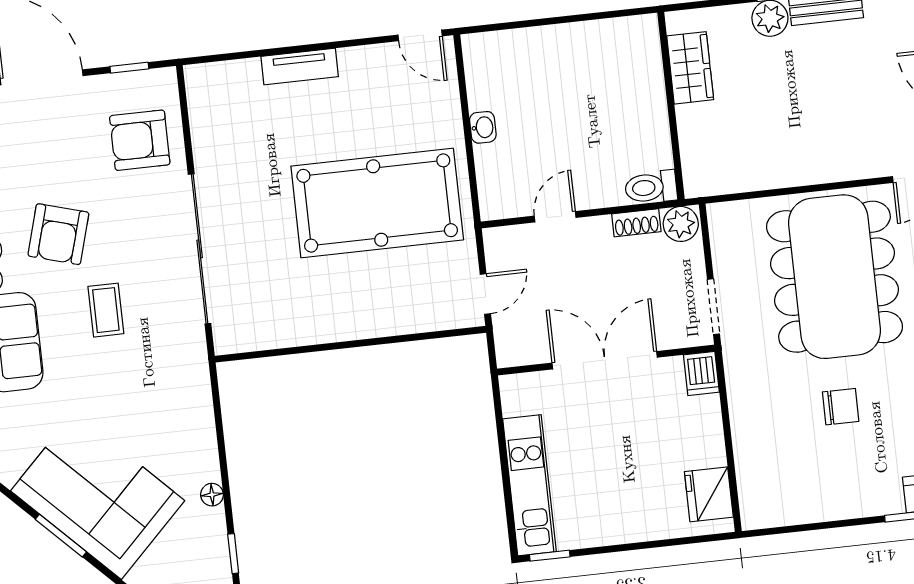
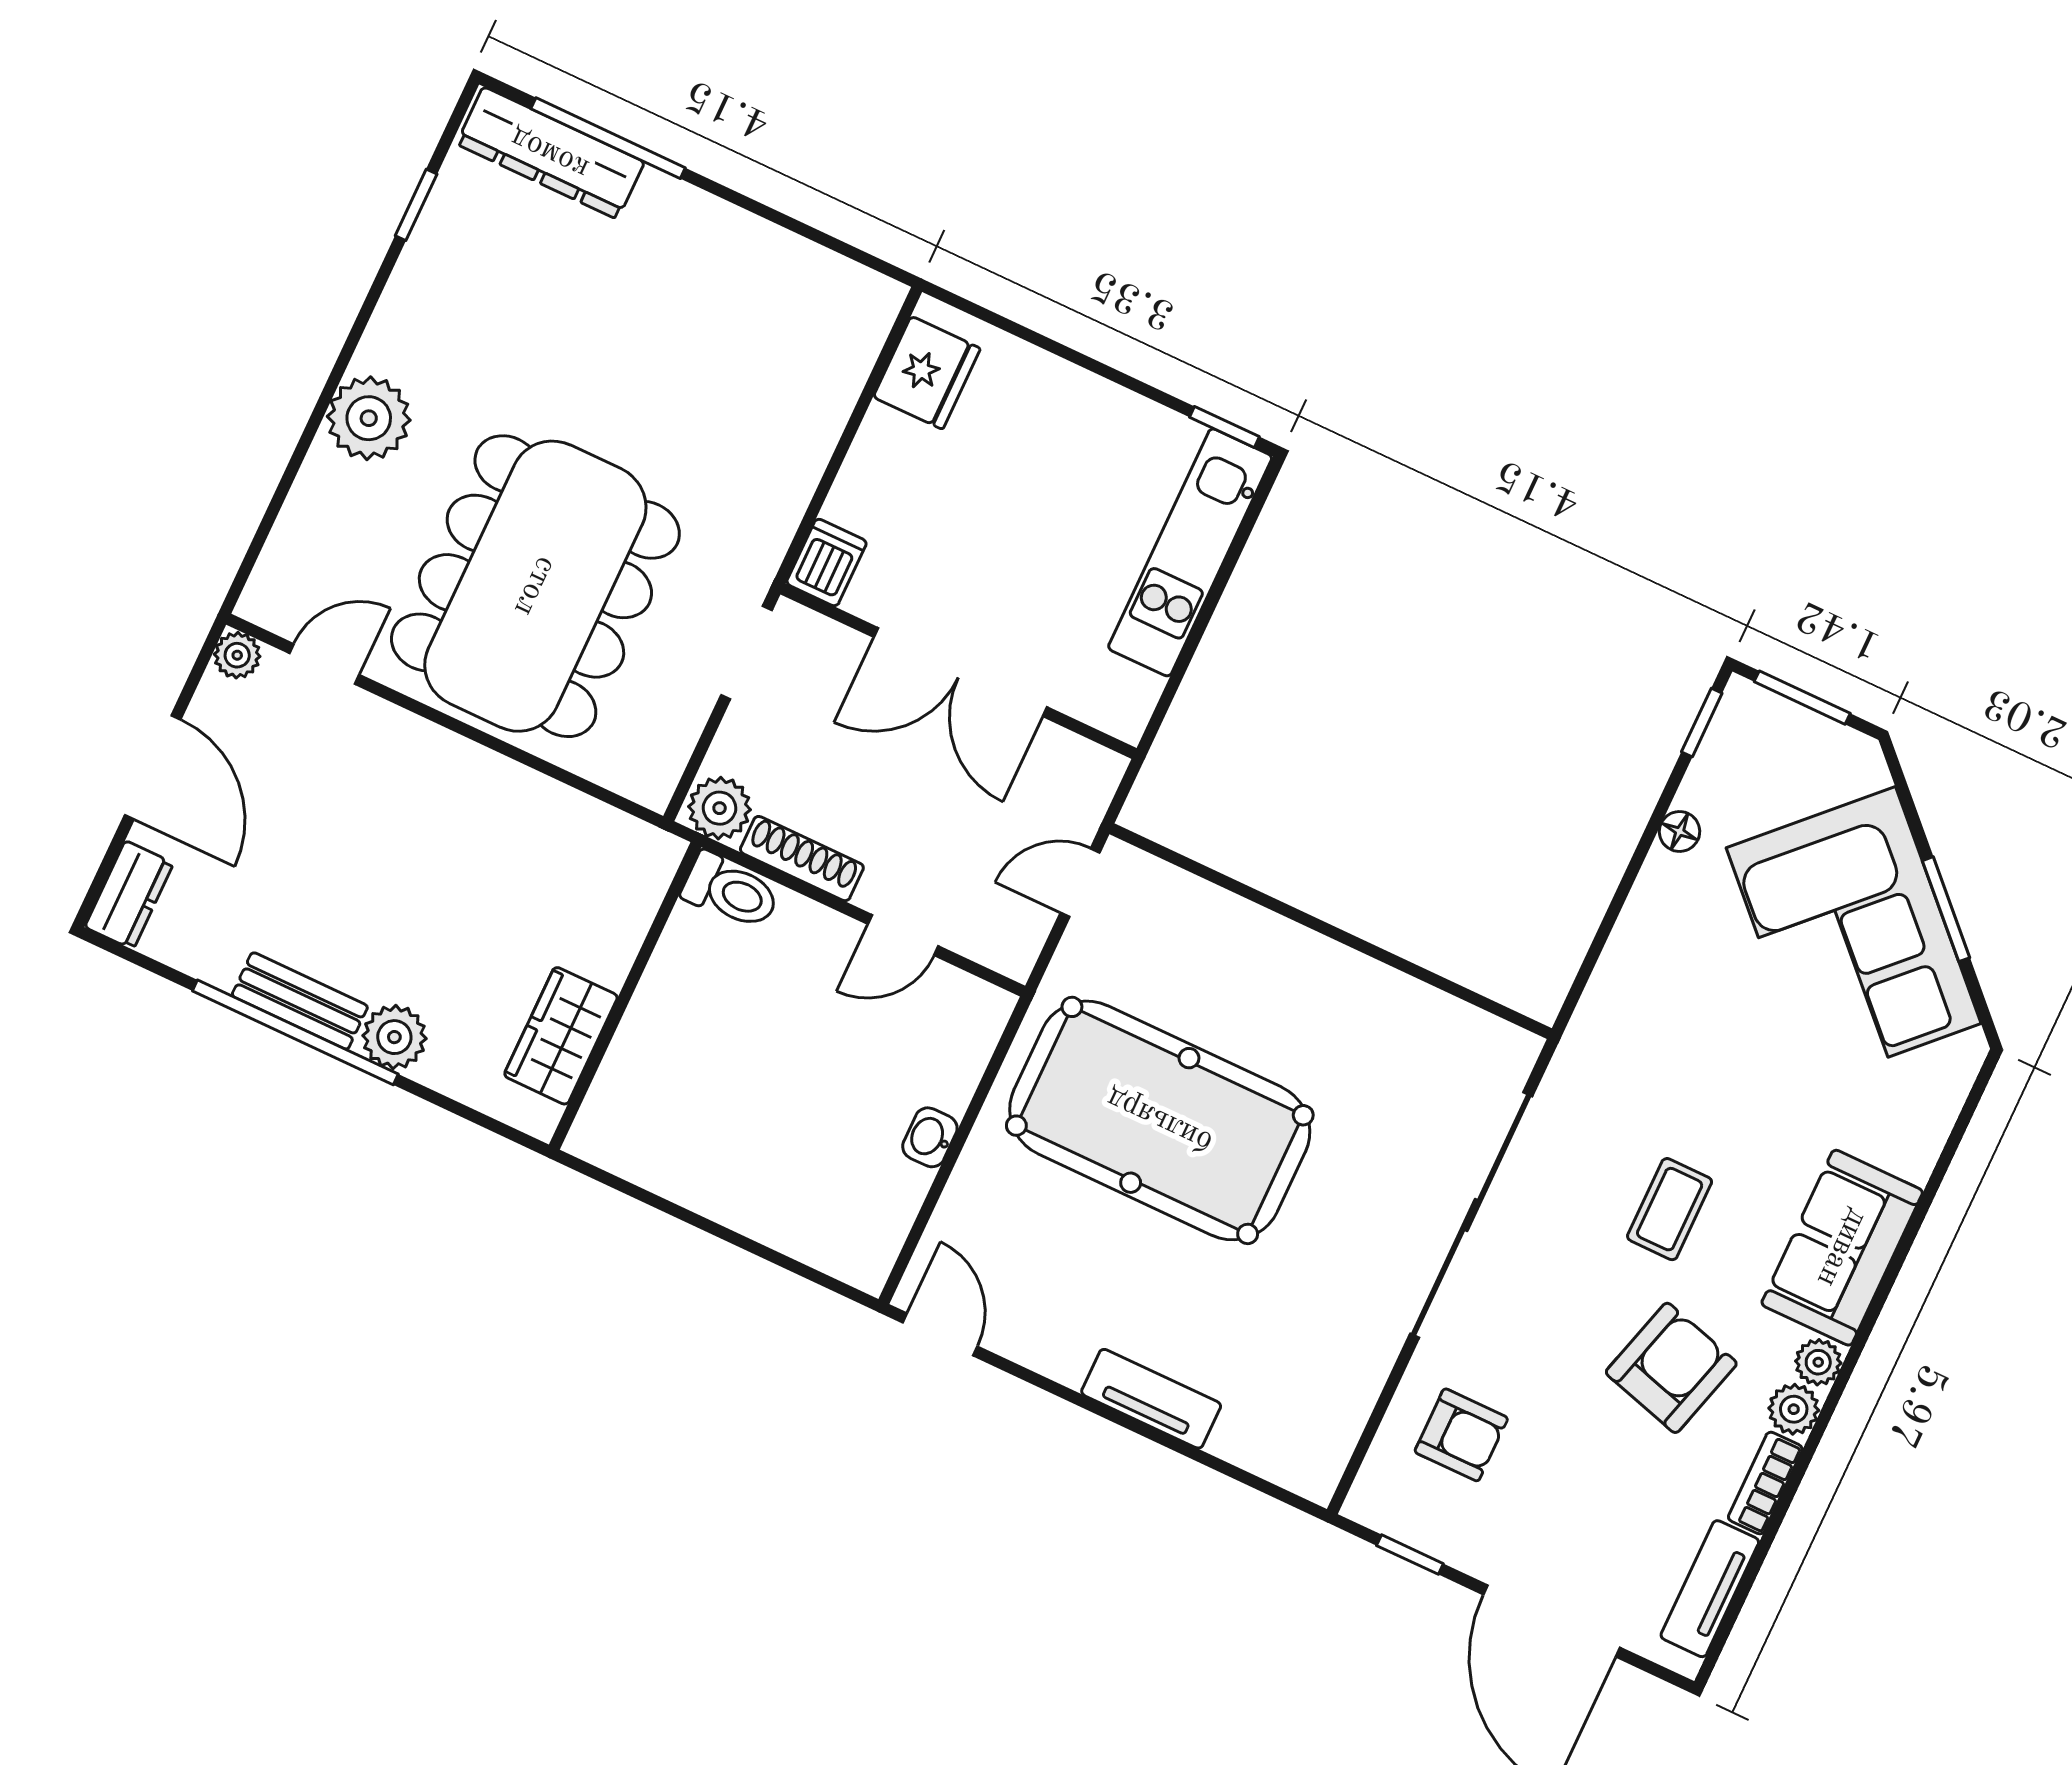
armchair: (140, 140) -> (1461, 1435), width x0.72, depth x0.72
shoe rack: (636, 223) -> (802, 859), width x1.43
chair: (841, 407) -> (646, 384), removed

